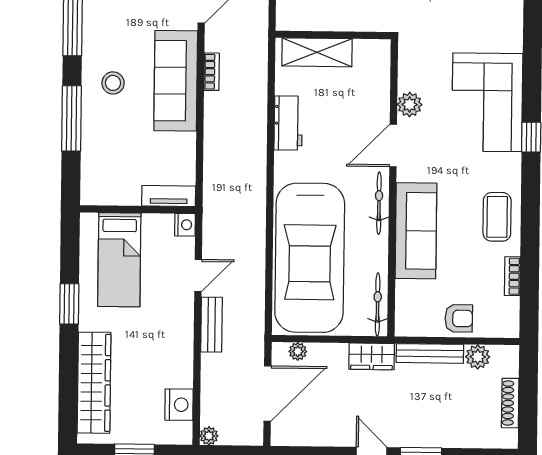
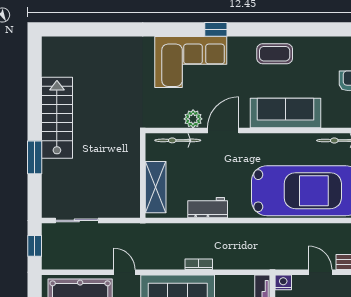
bookcase: (212, 72) -> (199, 264), moved
door: (393, 145) -> (223, 131), swing flipped
bicycle: (379, 203) -> (178, 140), moved
bookcase: (512, 276) -> (318, 42), removed

